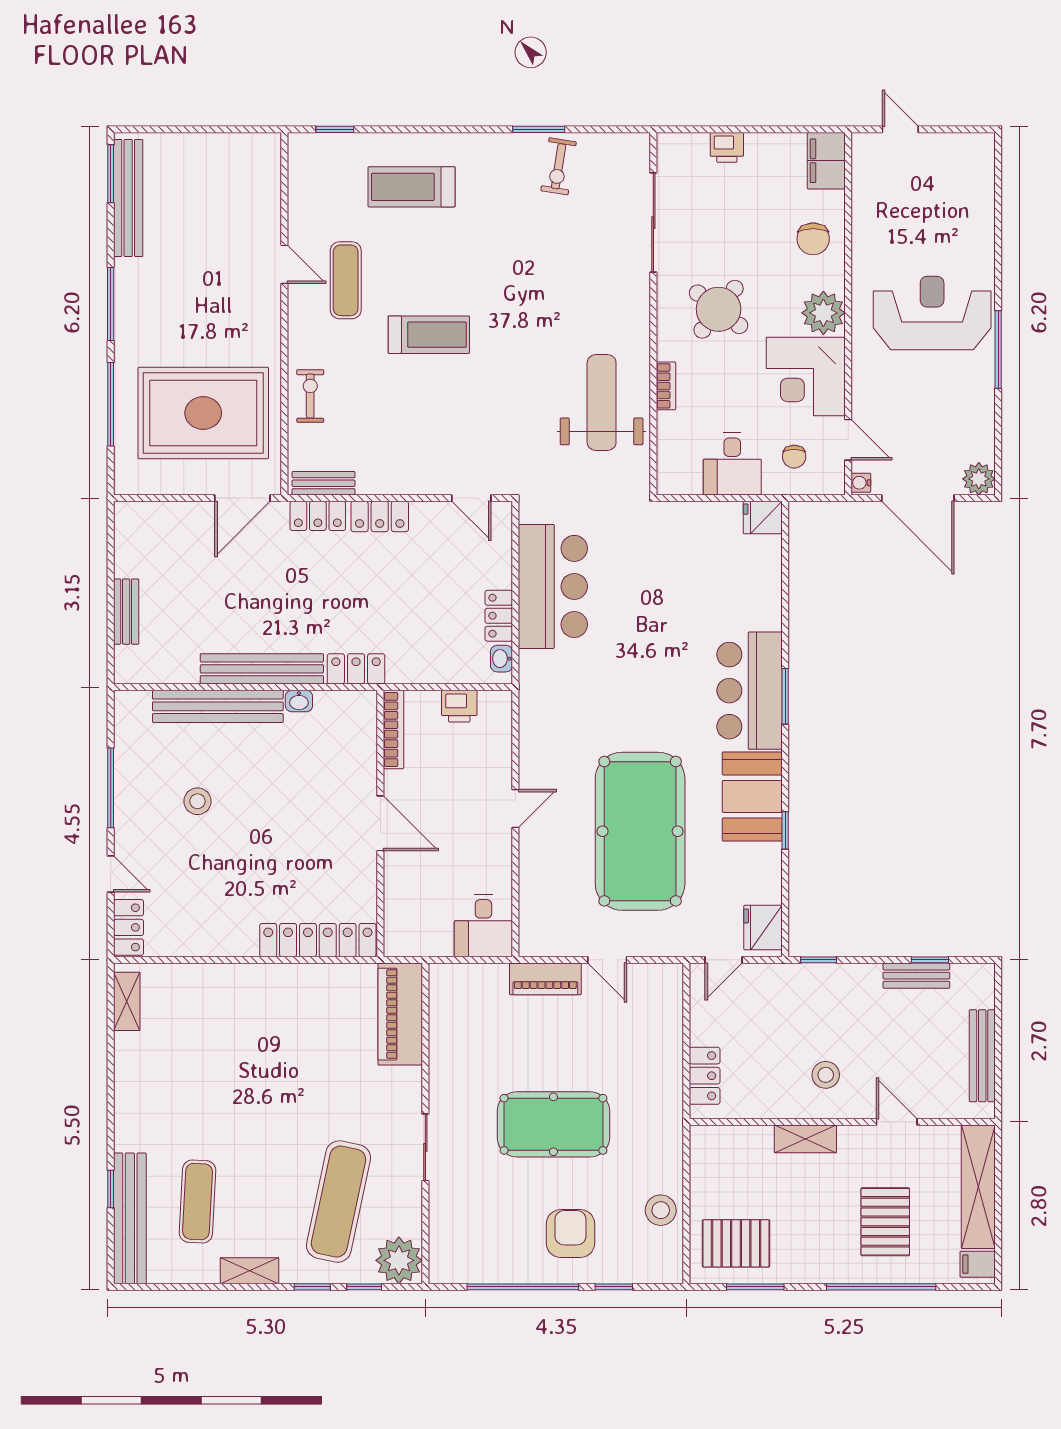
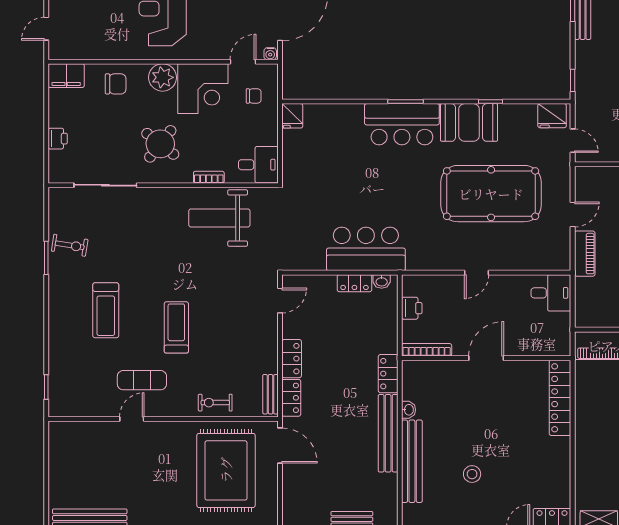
treadmill: (412, 187) -> (106, 310), moved
desk: (732, 464) -> (258, 165), moved
bar counter: (553, 586) -> (366, 249), moved
door: (515, 808) -> (477, 273), swing flipped

